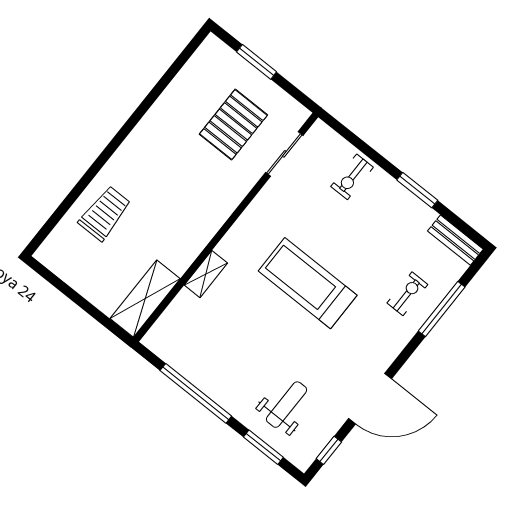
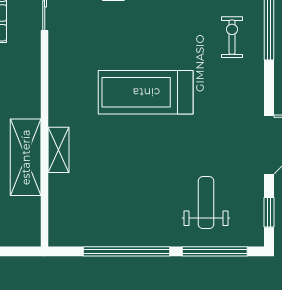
shelving: (145, 299) -> (26, 157), moved
window: (263, 447) -> (215, 251), width x1.44

